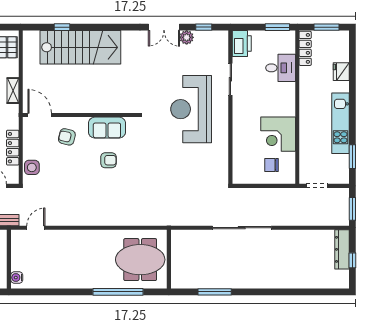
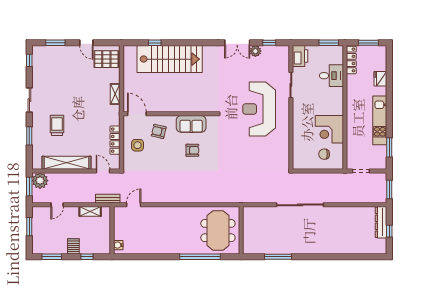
side table: (32, 167) -> (138, 145), moved
meeting table: (140, 260) -> (218, 231), turned 90

